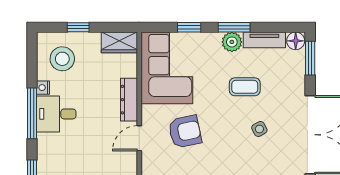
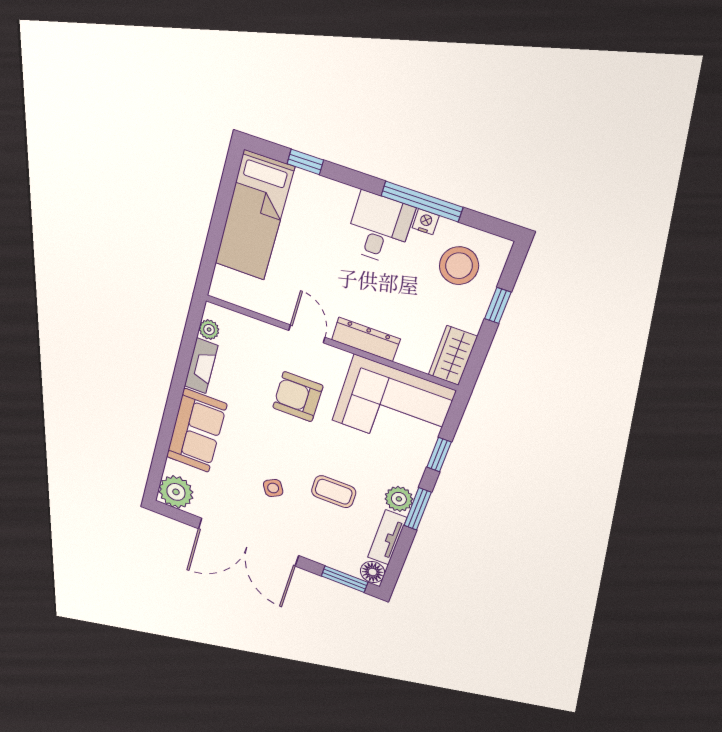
coffee table: (245, 87) -> (334, 492), turned 90
window: (32, 113) -> (422, 201), moved
armchair: (185, 132) -> (298, 397), turned 102

